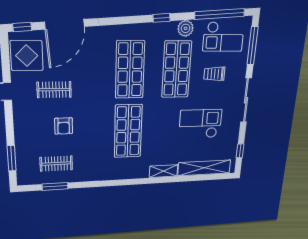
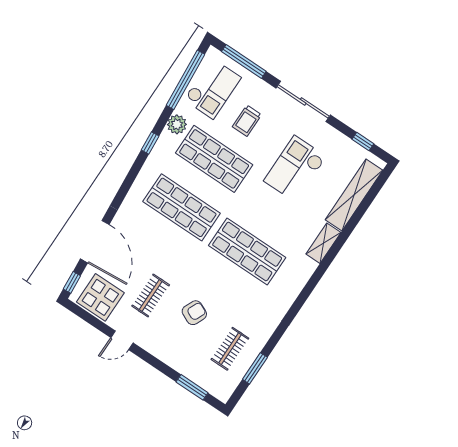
armchair: (64, 126) -> (194, 313), turned -66

